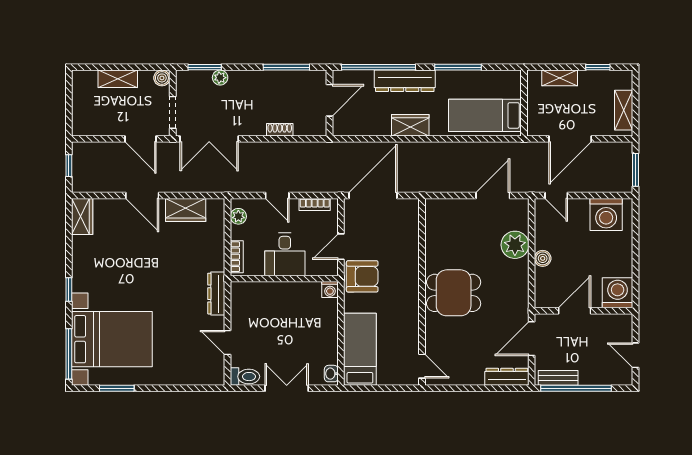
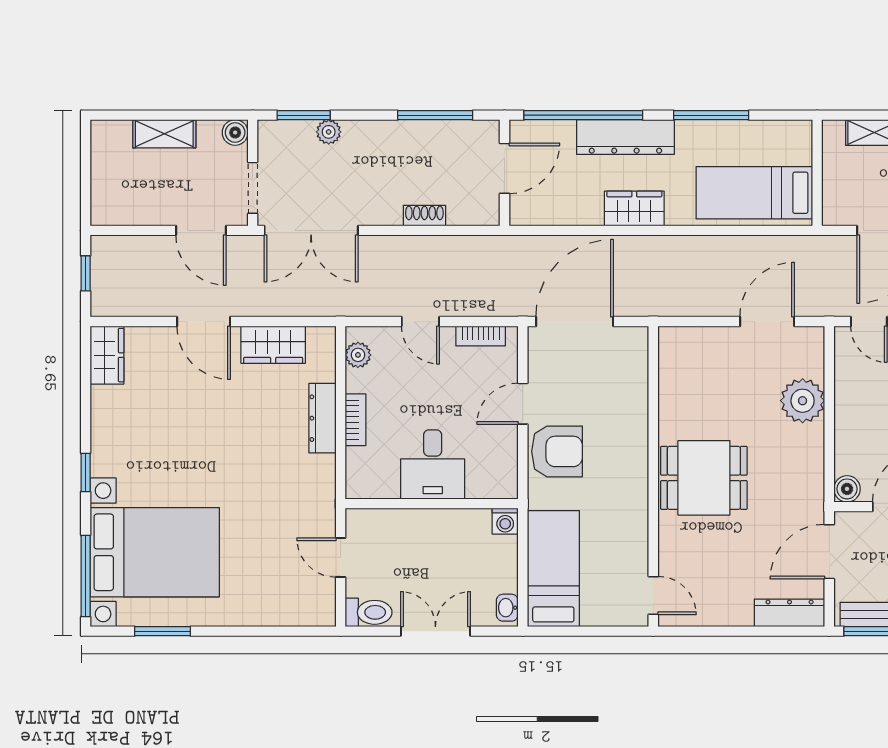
desk: (285, 254) -> (433, 464), moved
boiler: (543, 258) -> (847, 489), moved
wall: (284, 279) -> (432, 504), moved
washing machine: (330, 290) -> (505, 521), moved
dresser: (216, 294) -> (322, 418), moved

